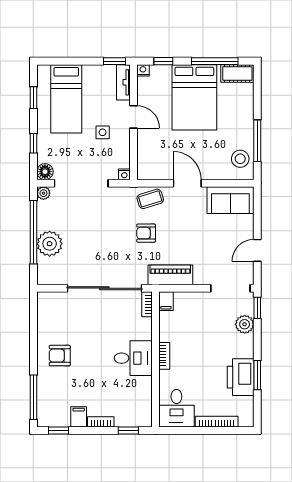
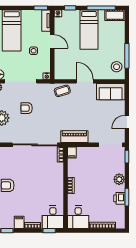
bed: (194, 97) -> (89, 30), width x0.67
armchair: (146, 233) -> (27, 108), moved
plant: (245, 324) -> (119, 179), moved
desk: (133, 358) -> (53, 217), moved, turned 90
printer: (241, 377) -> (119, 198), width x0.53, depth x0.68

